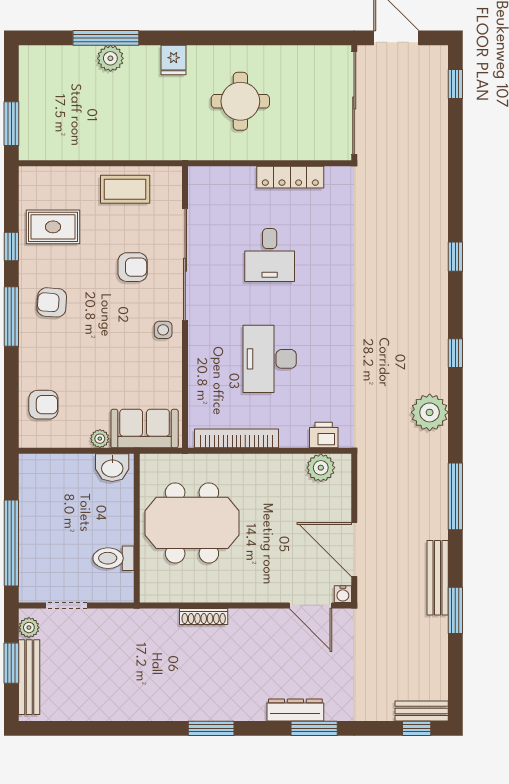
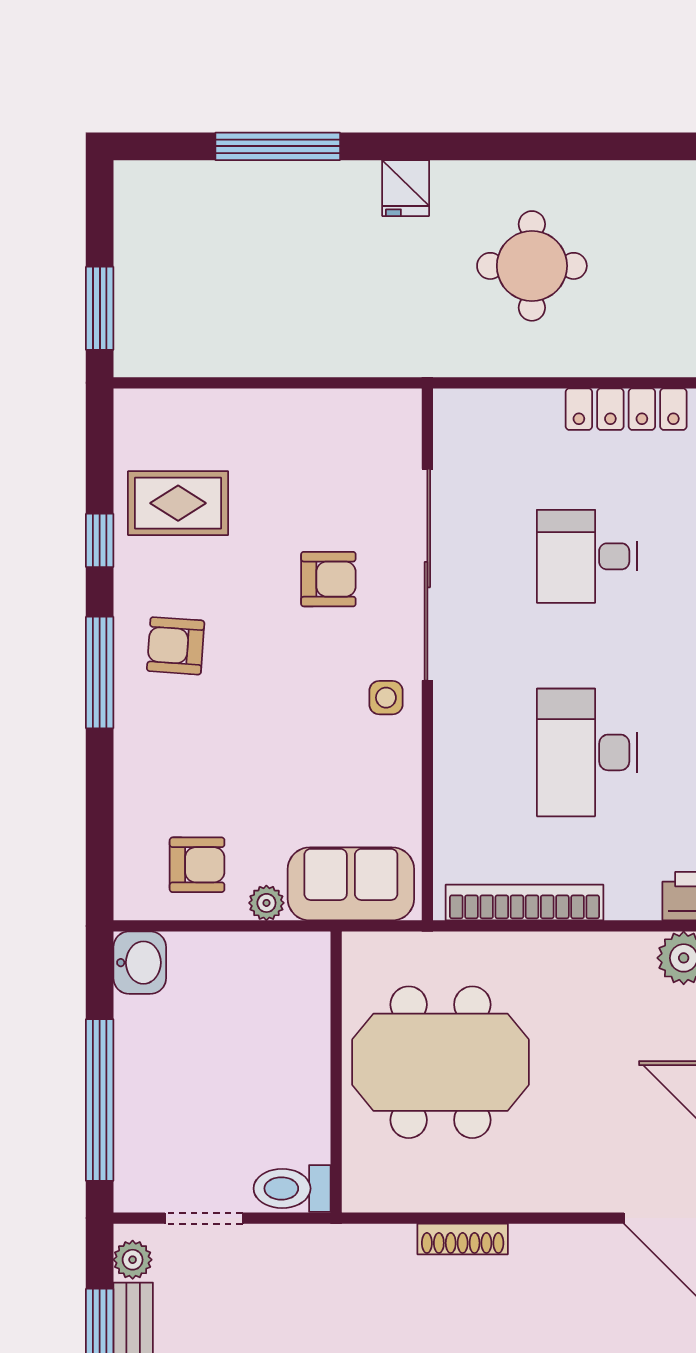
plant: (110, 58) -> (286, 185), removed
coffee table: (125, 189) -> (314, 432), removed
desk: (270, 255) -> (587, 556), turned 90
armchair: (43, 405) -> (197, 865), moved
washbasin: (112, 468) -> (140, 963), moved, turned -90
toilet: (113, 558) -> (292, 1188), moved

